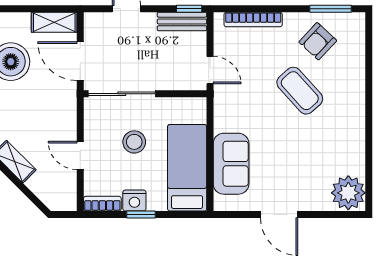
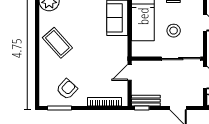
door: (210, 70) -> (130, 72), hinge flipped
coffee table: (300, 91) -> (57, 43), moved

